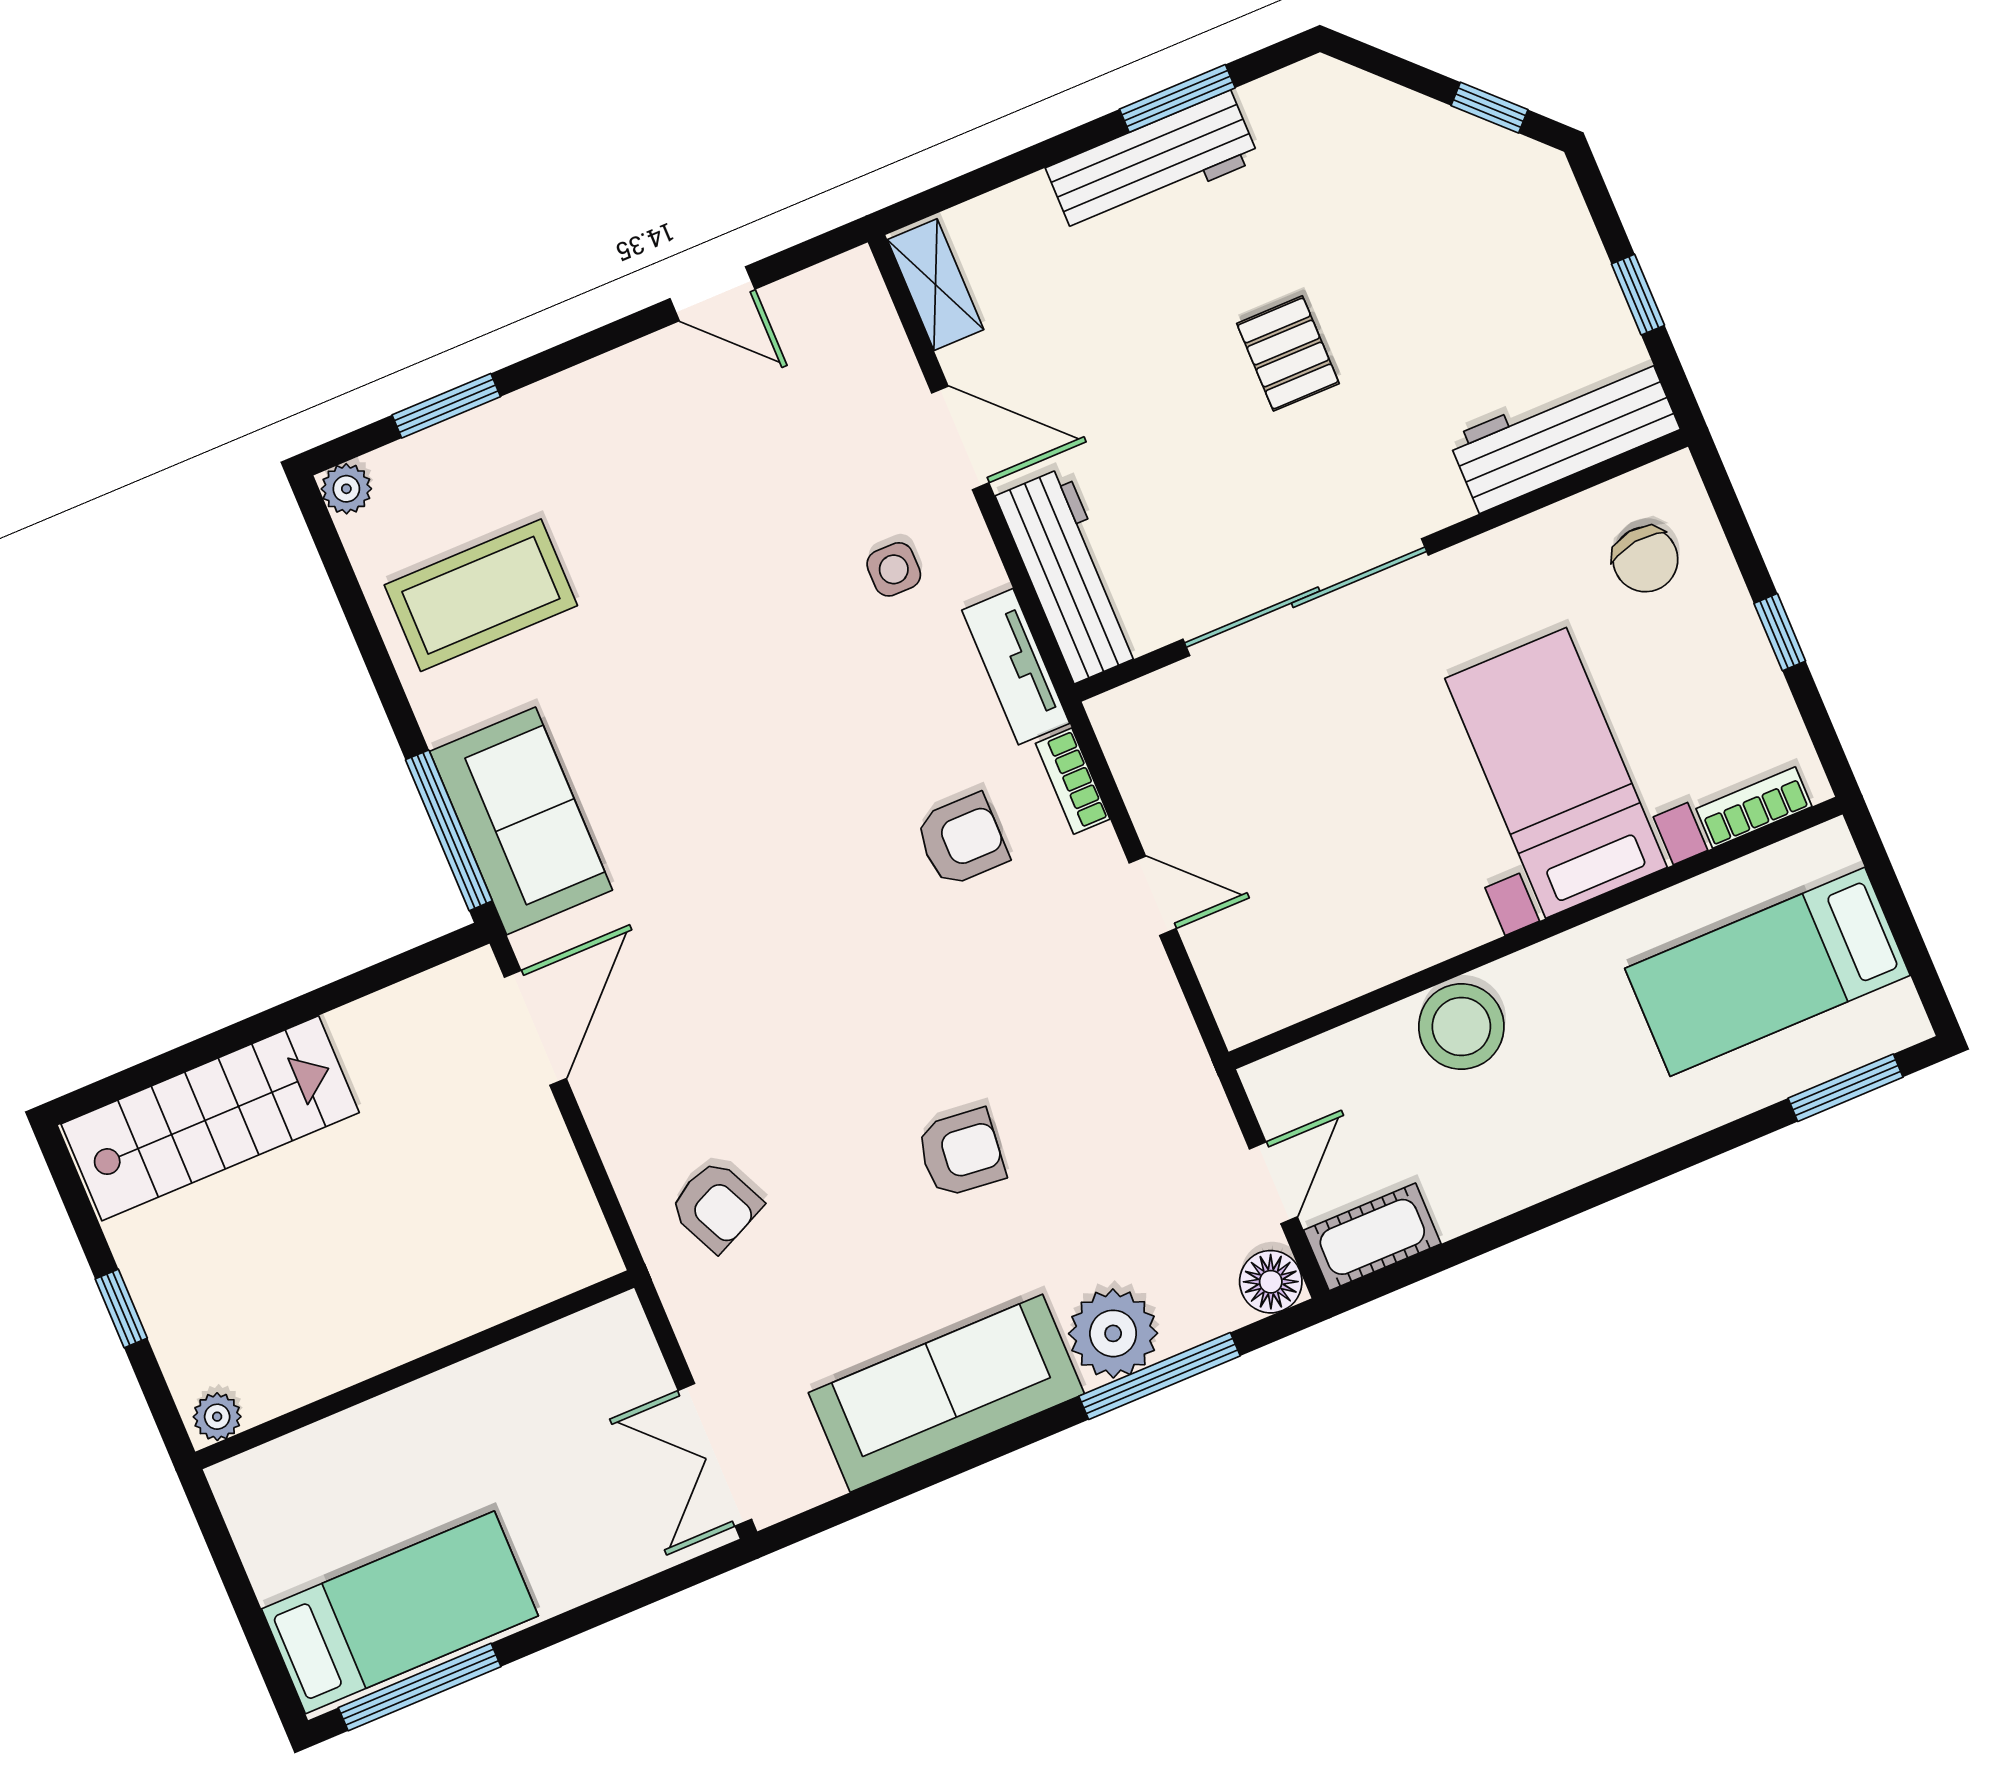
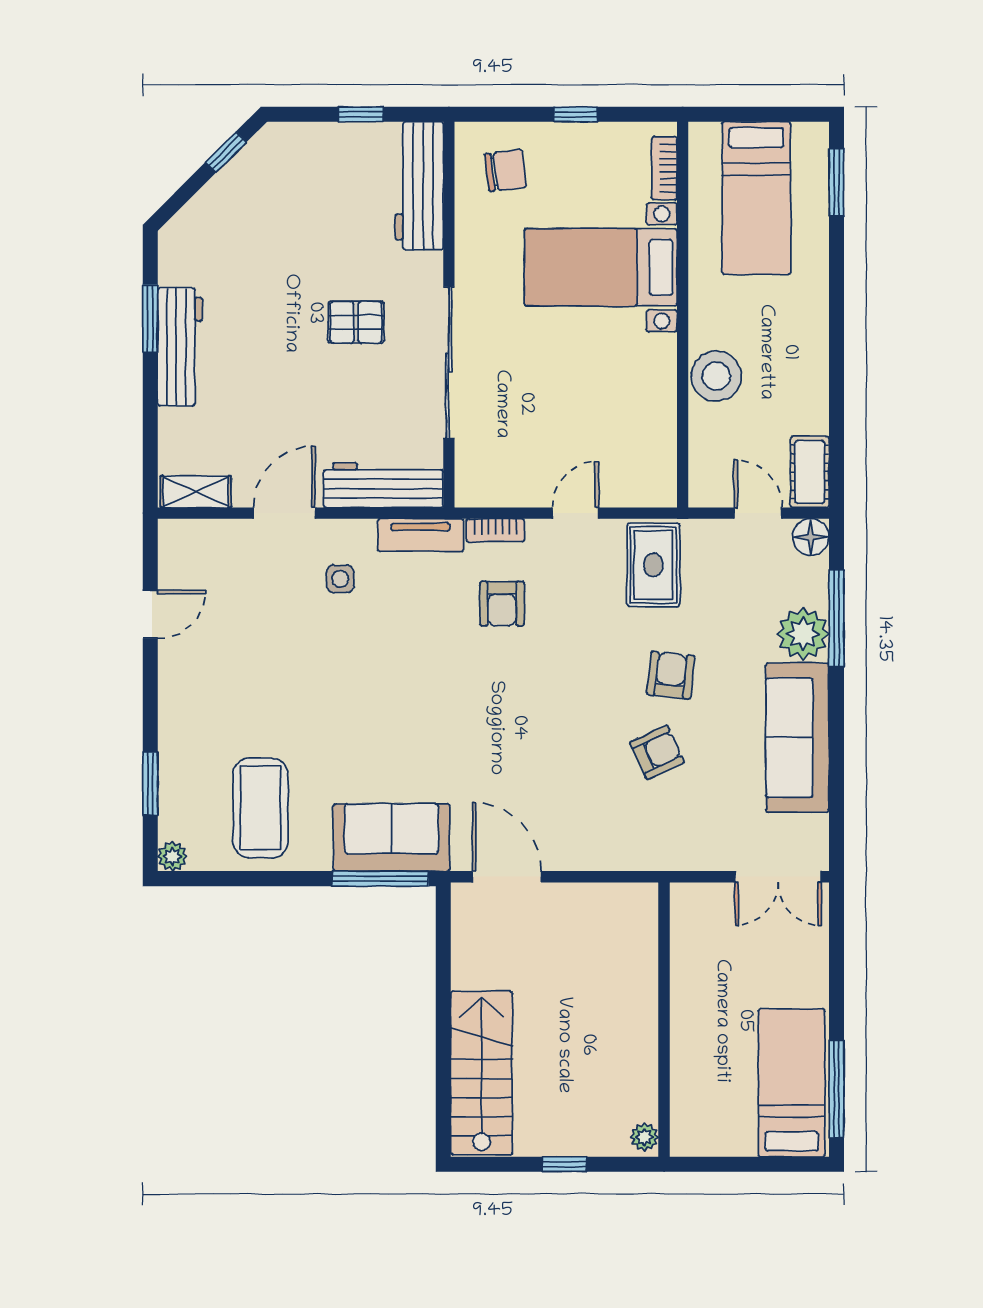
pallet: (1288, 353) -> (356, 322), moved
armchair: (962, 840) -> (502, 604), turned 180
rug: (1123, 1053) -> (653, 565), added
armchair: (716, 1206) -> (657, 752), moved

